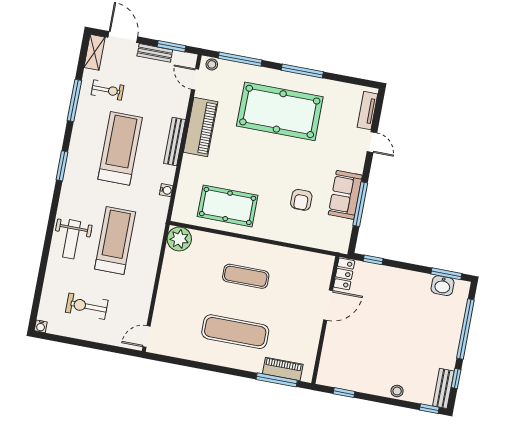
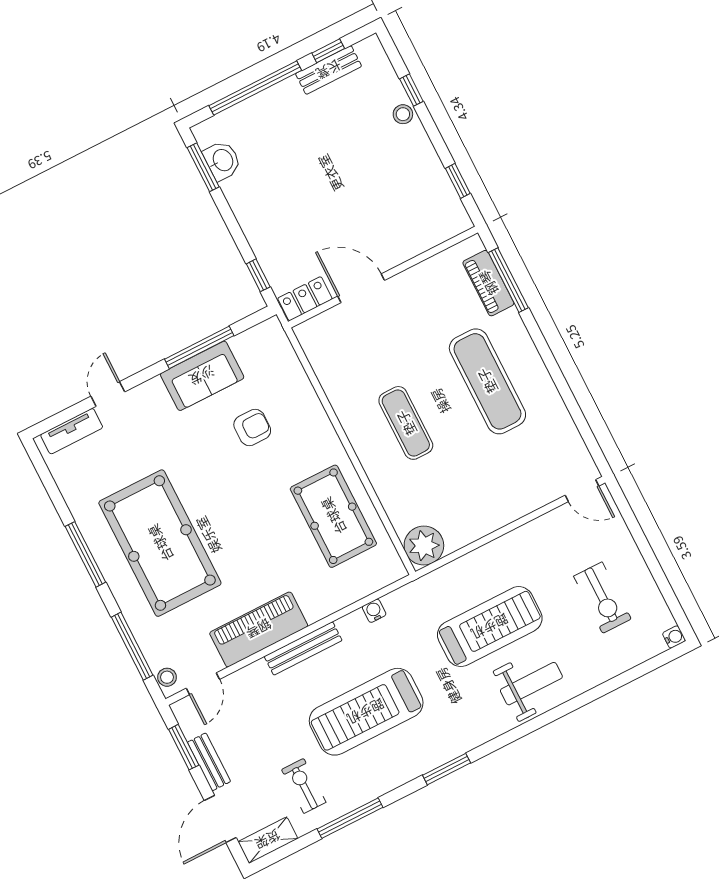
treadmill: (115, 241) -> (490, 627), turned 180
bench: (443, 388) -> (329, 70), moved
window: (429, 409) -> (411, 90), moved

